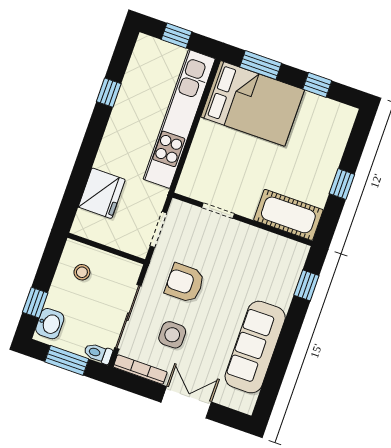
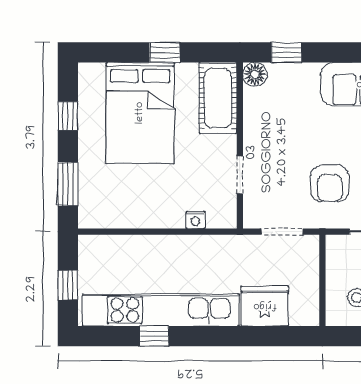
bed: (253, 103) -> (140, 113), moved, turned 180
kitchen unit: (179, 119) -> (161, 310), moved, turned 180
nightstand: (193, 161) -> (195, 220), added
floor lamp: (297, 253) -> (255, 74), added

